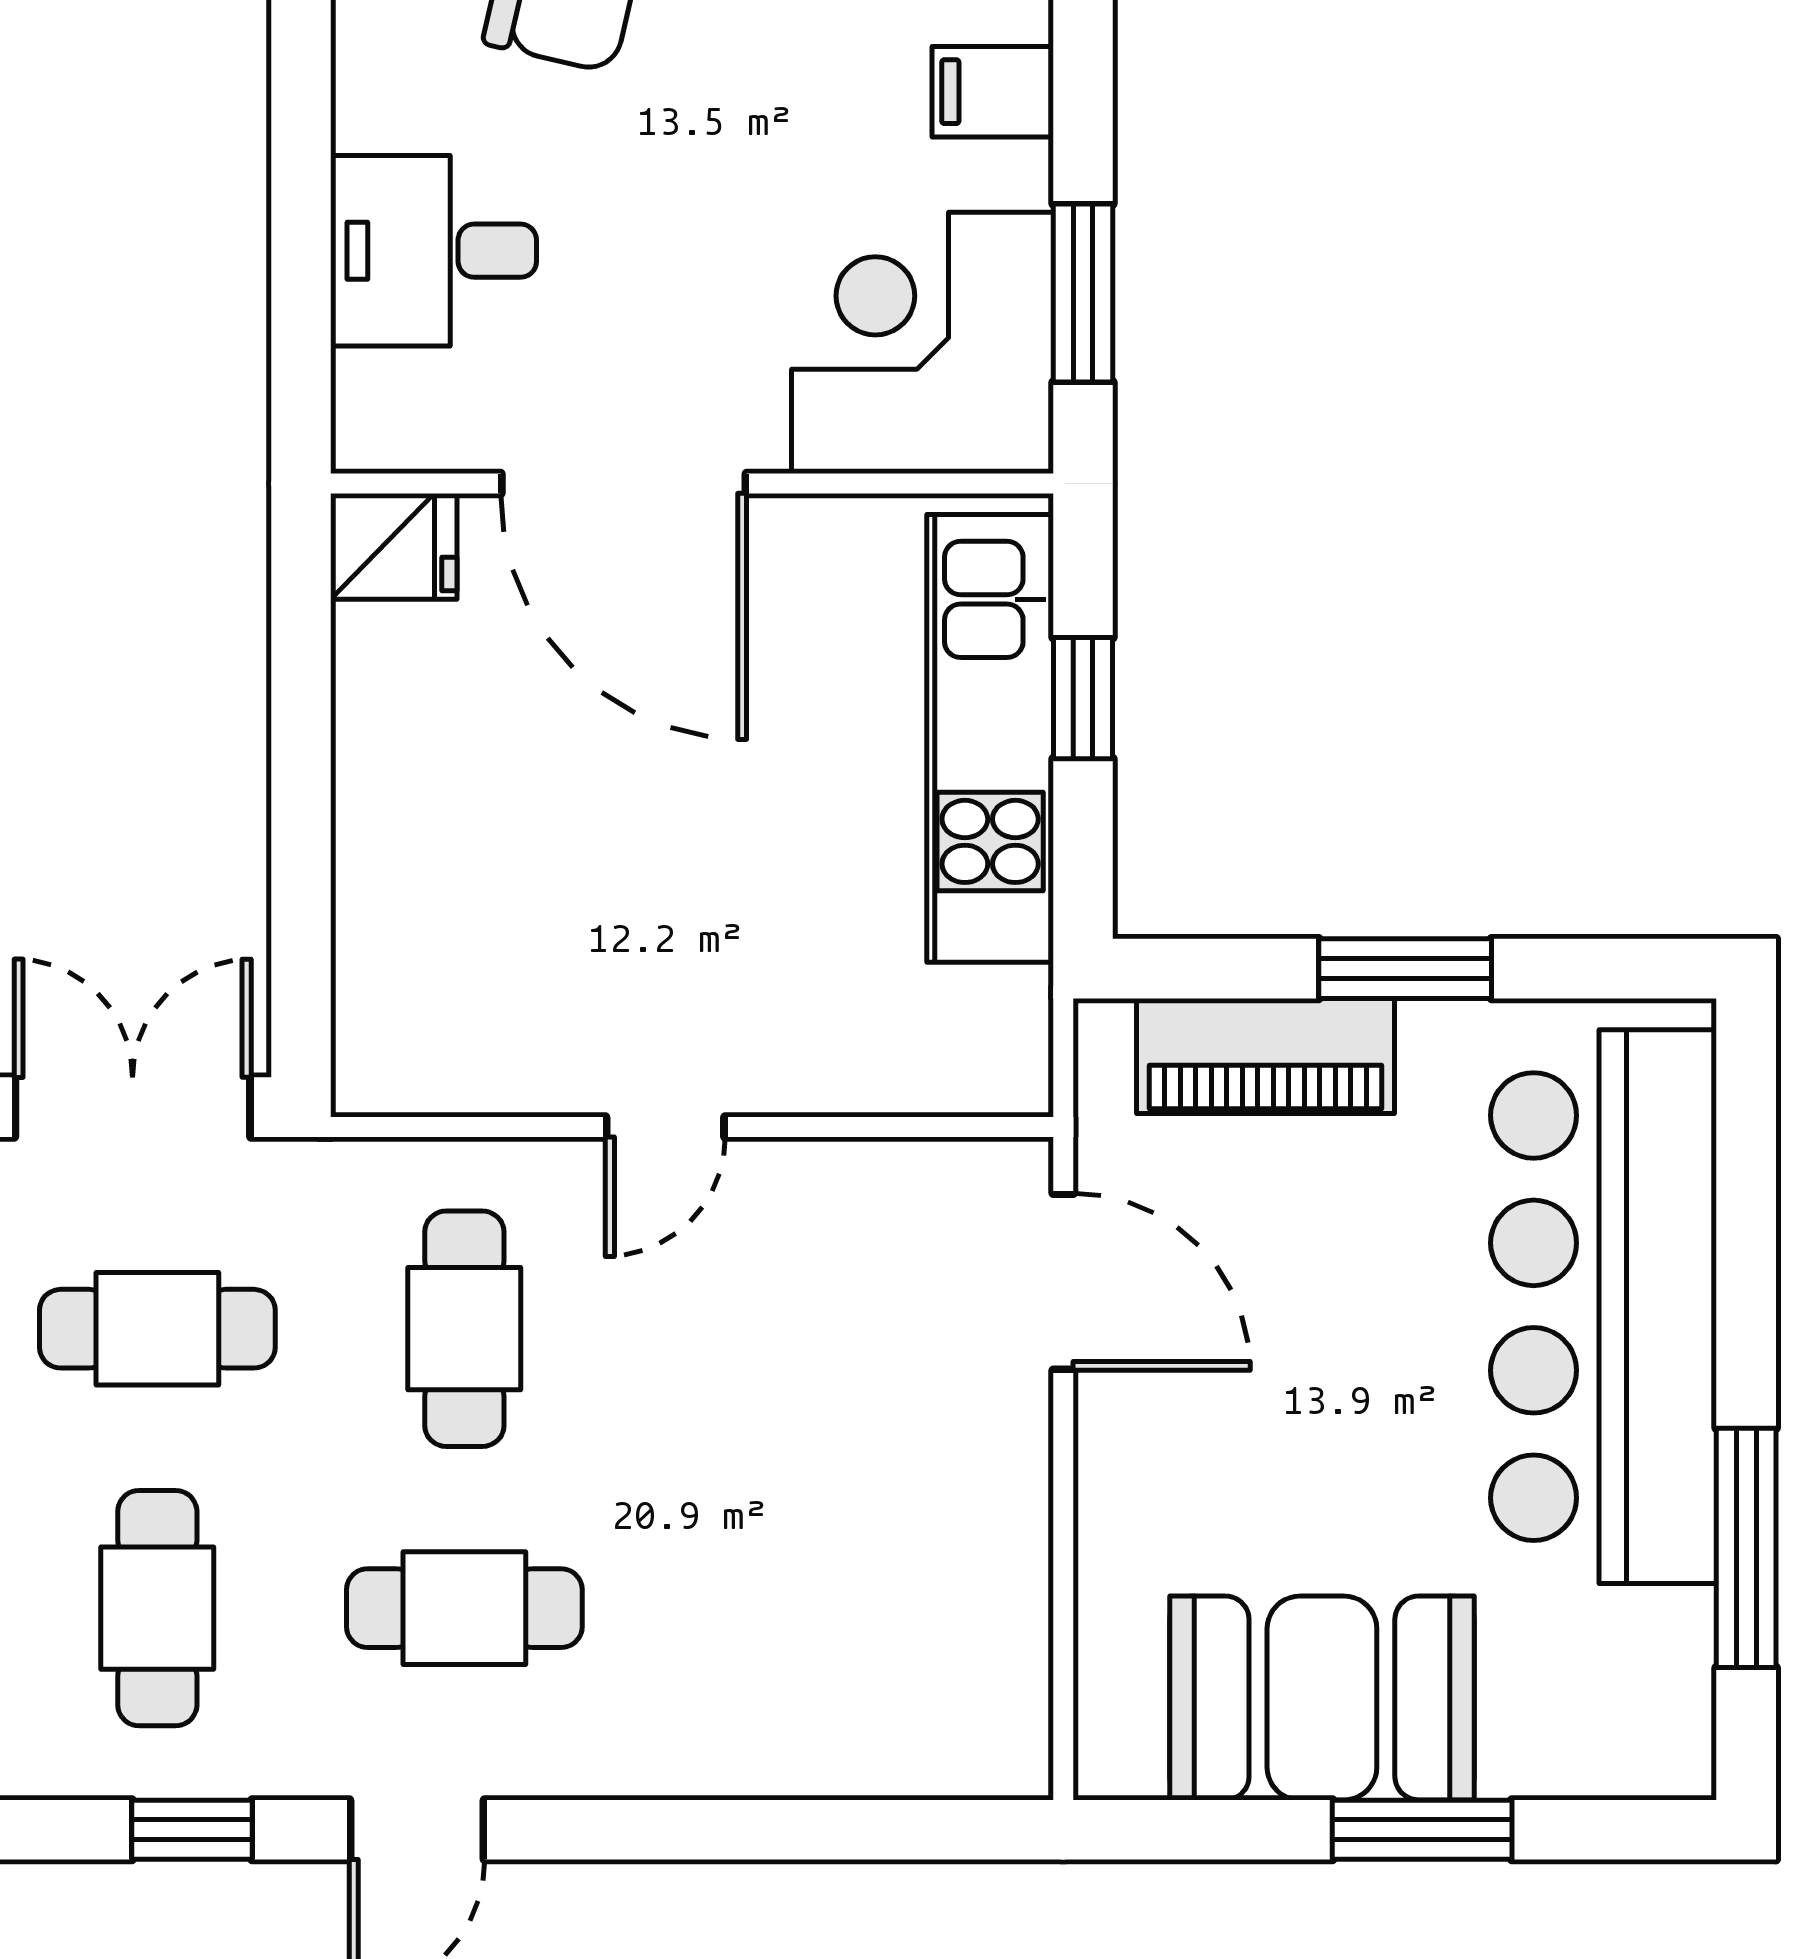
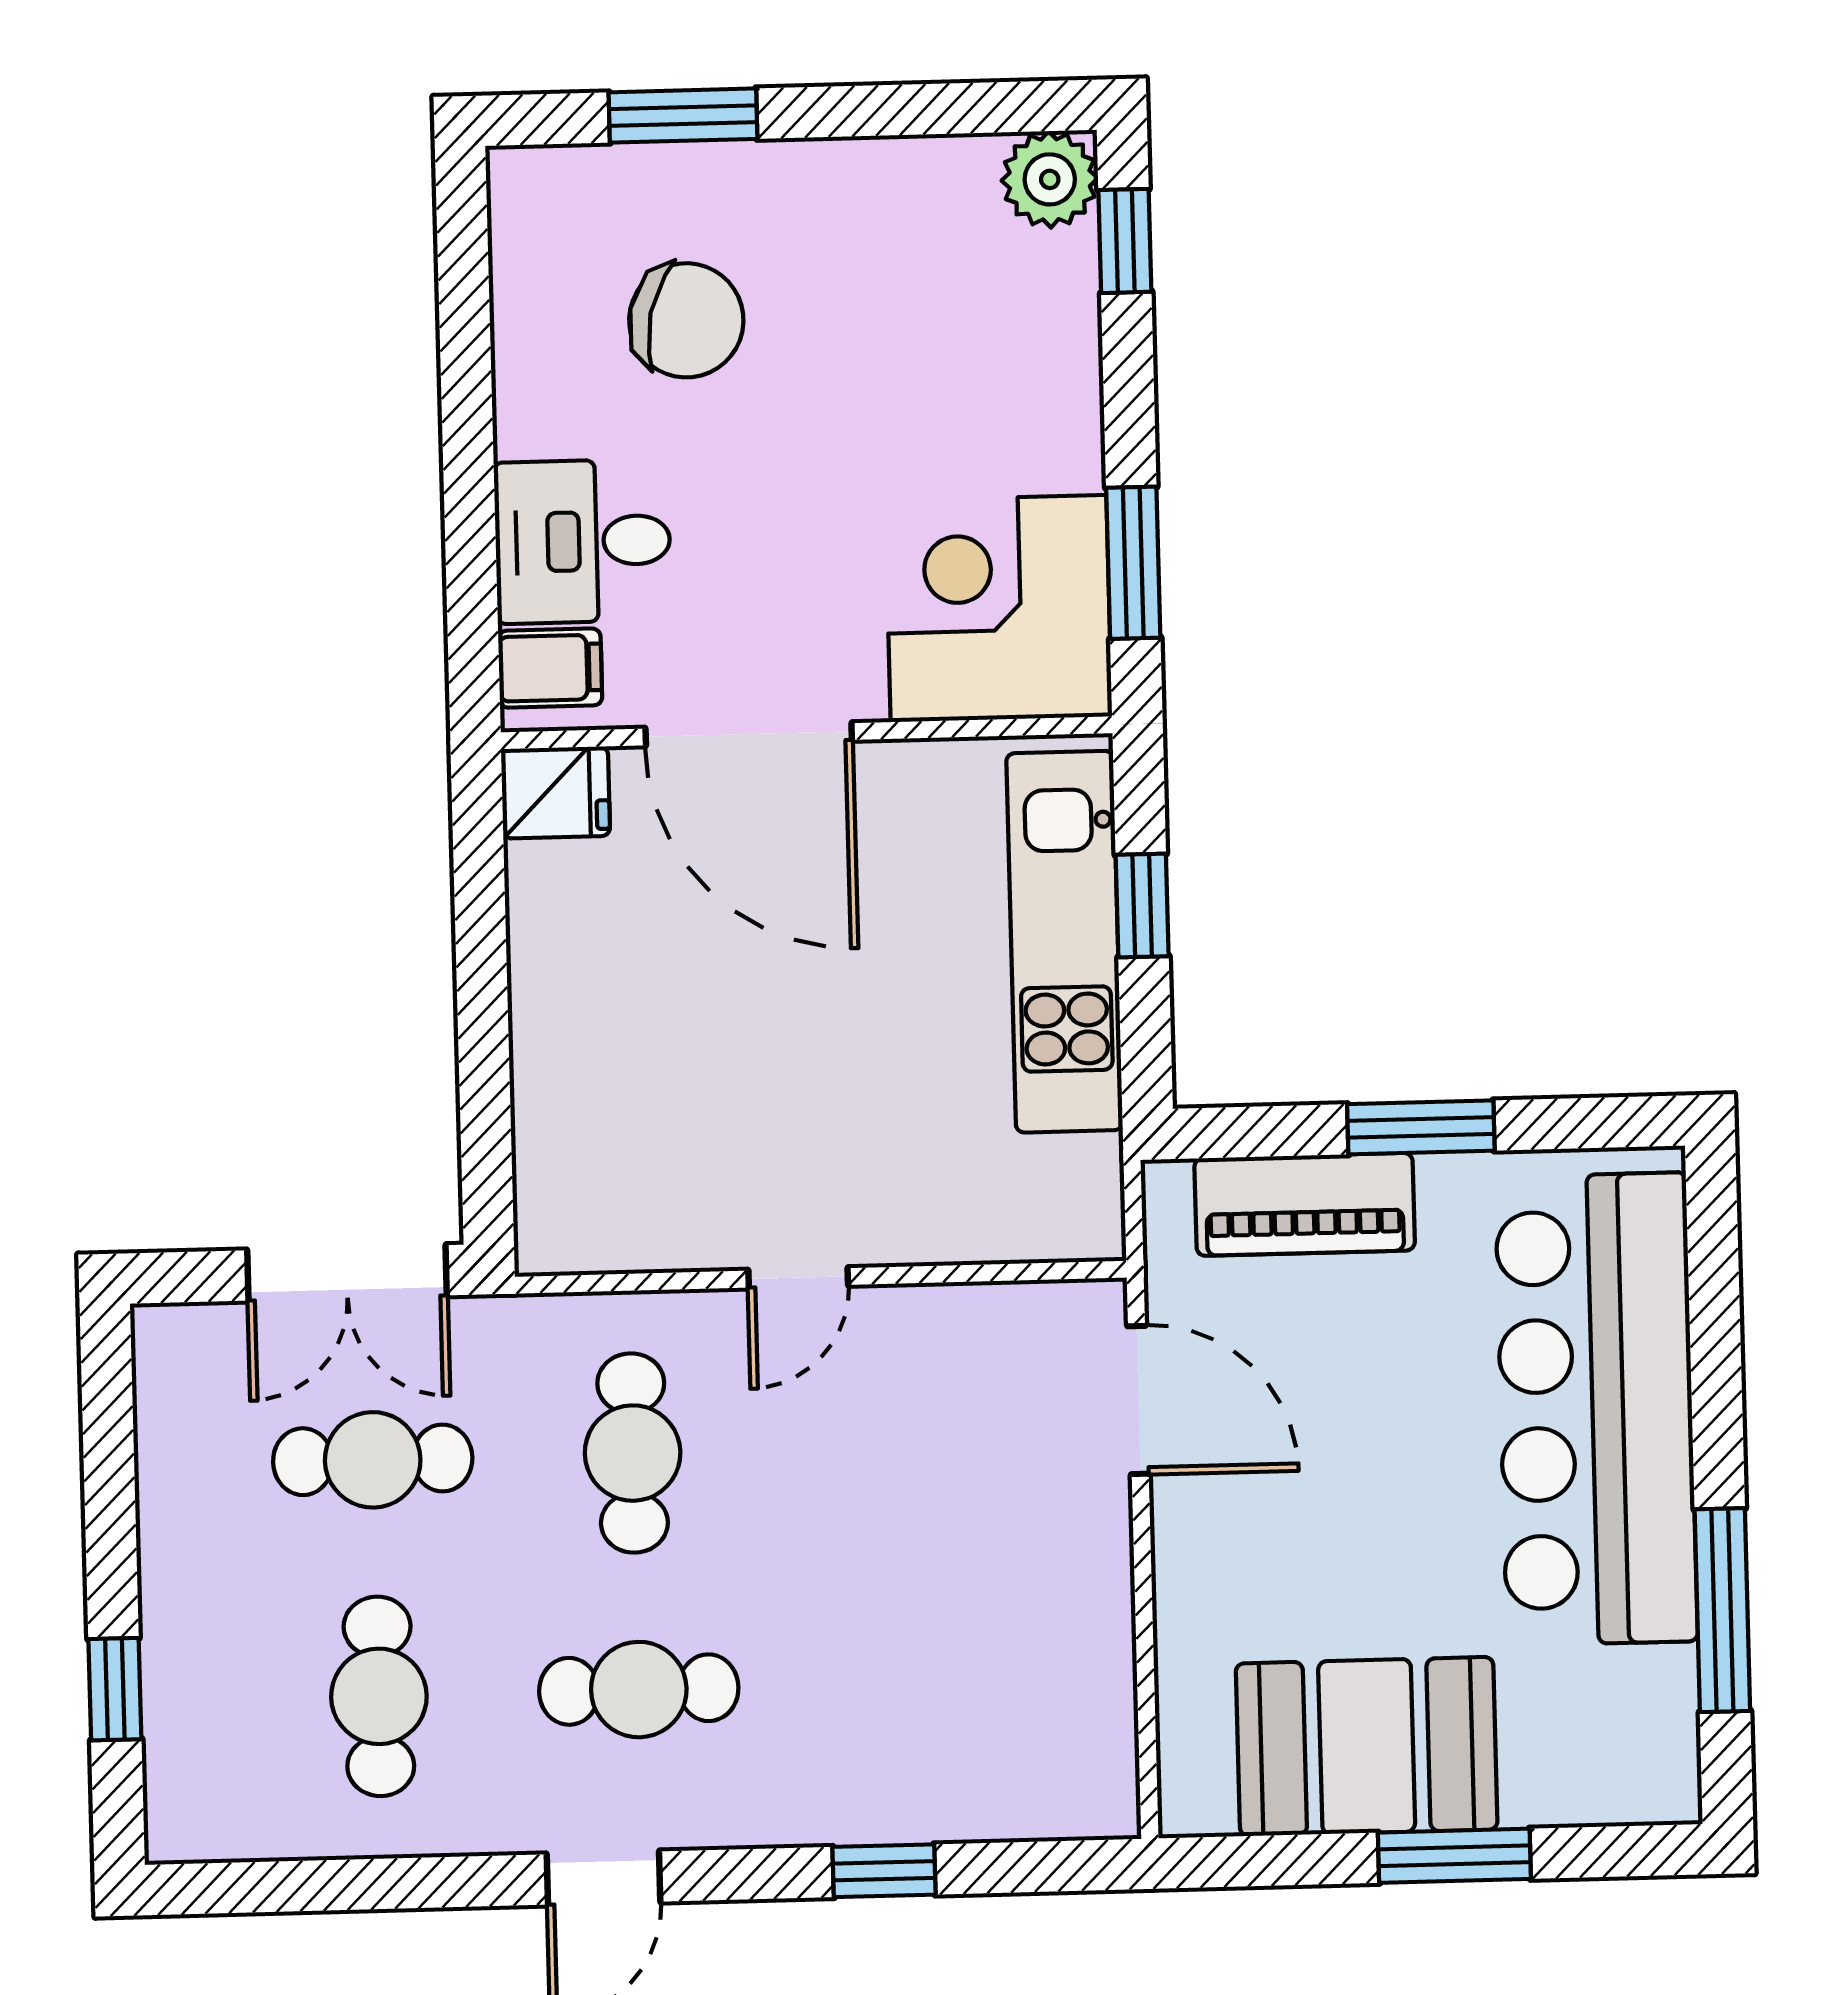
filing cabinet: (993, 92) -> (550, 668), moved, turned 180
double door: (133, 1107) -> (347, 1273), swing flipped
window: (192, 1830) -> (884, 1871), moved

